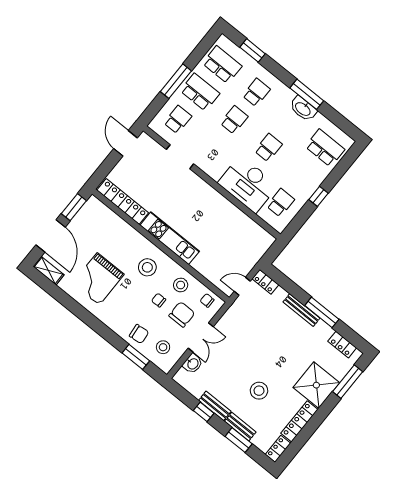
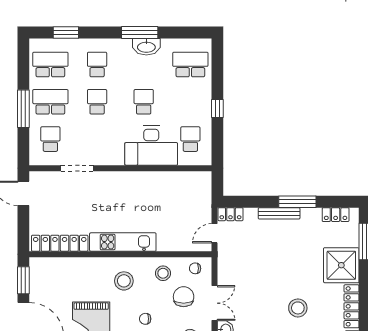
chair: (159, 300) -> (145, 319), moved

